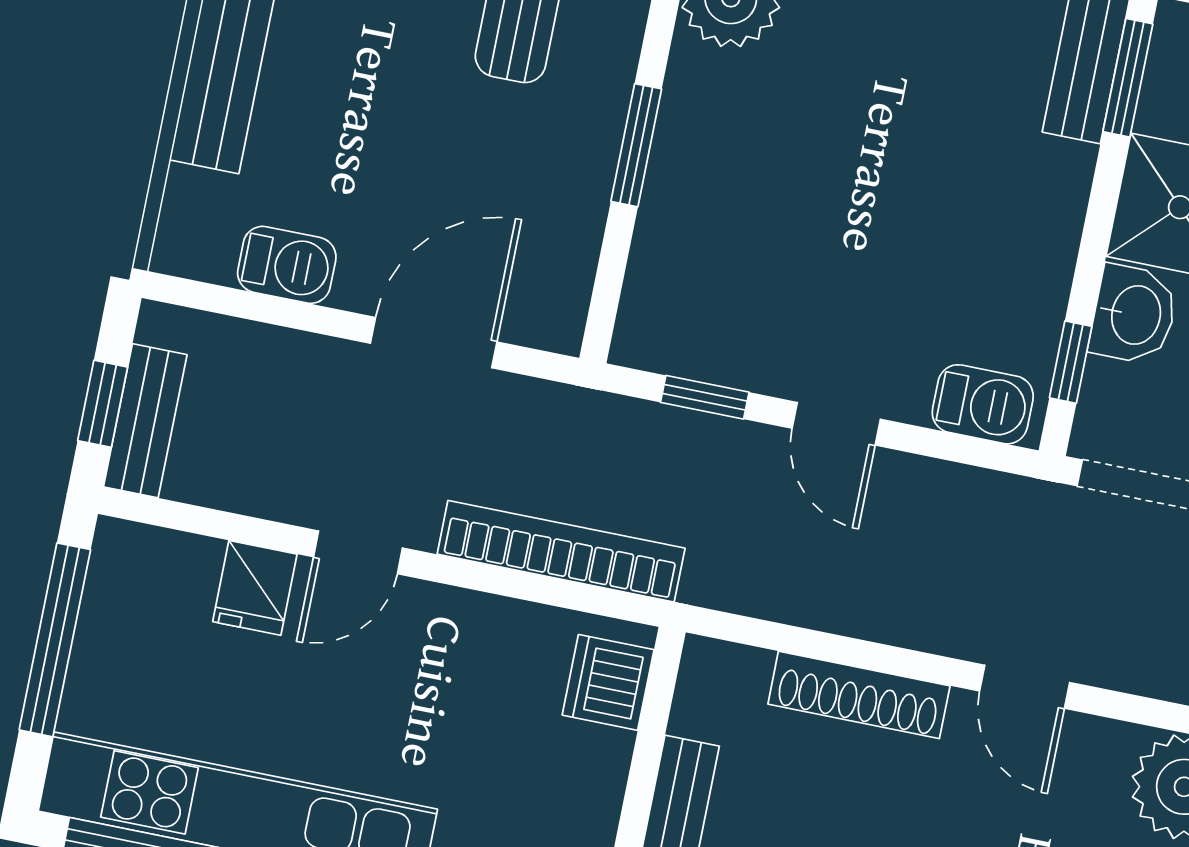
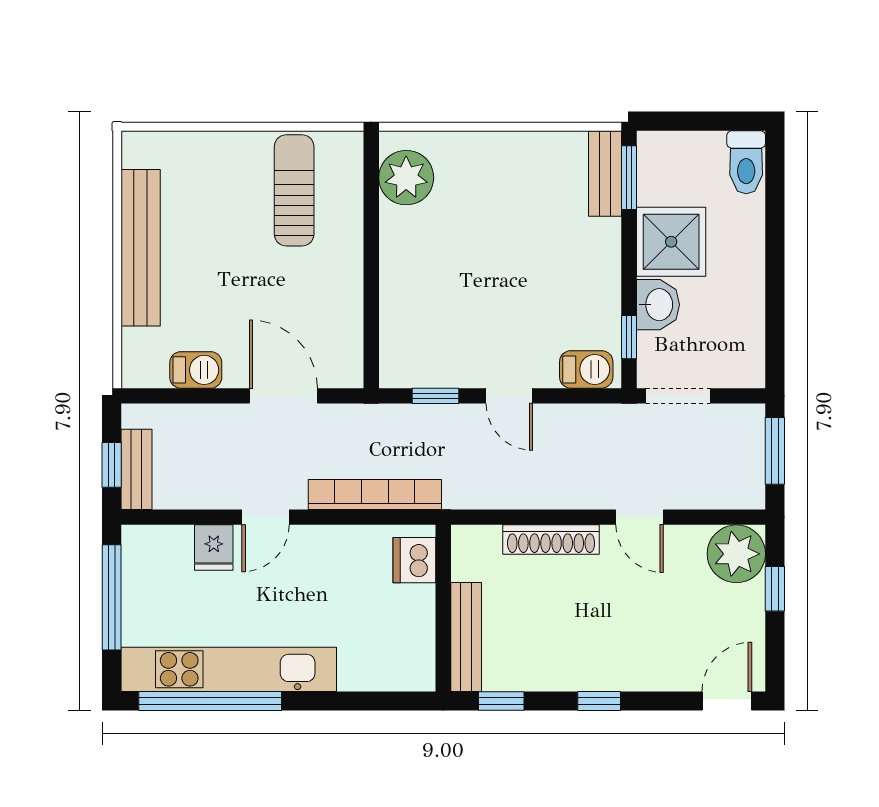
window: (636, 145) -> (371, 267), removed
door: (434, 343) -> (283, 396), hinge flipped

